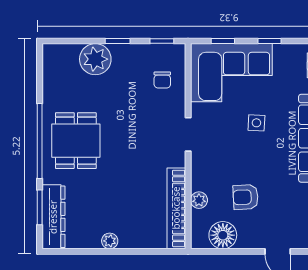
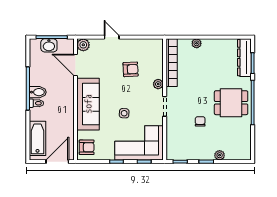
plant: (95, 59) -> (220, 155), width x0.53, depth x0.53
chair: (162, 80) -> (200, 121), moved
dining table: (76, 141) -> (231, 103), turned 90
plant: (199, 200) -> (158, 84), moved
floor lamp: (223, 235) -> (144, 47), removed
plant: (110, 241) -> (197, 43), moved

